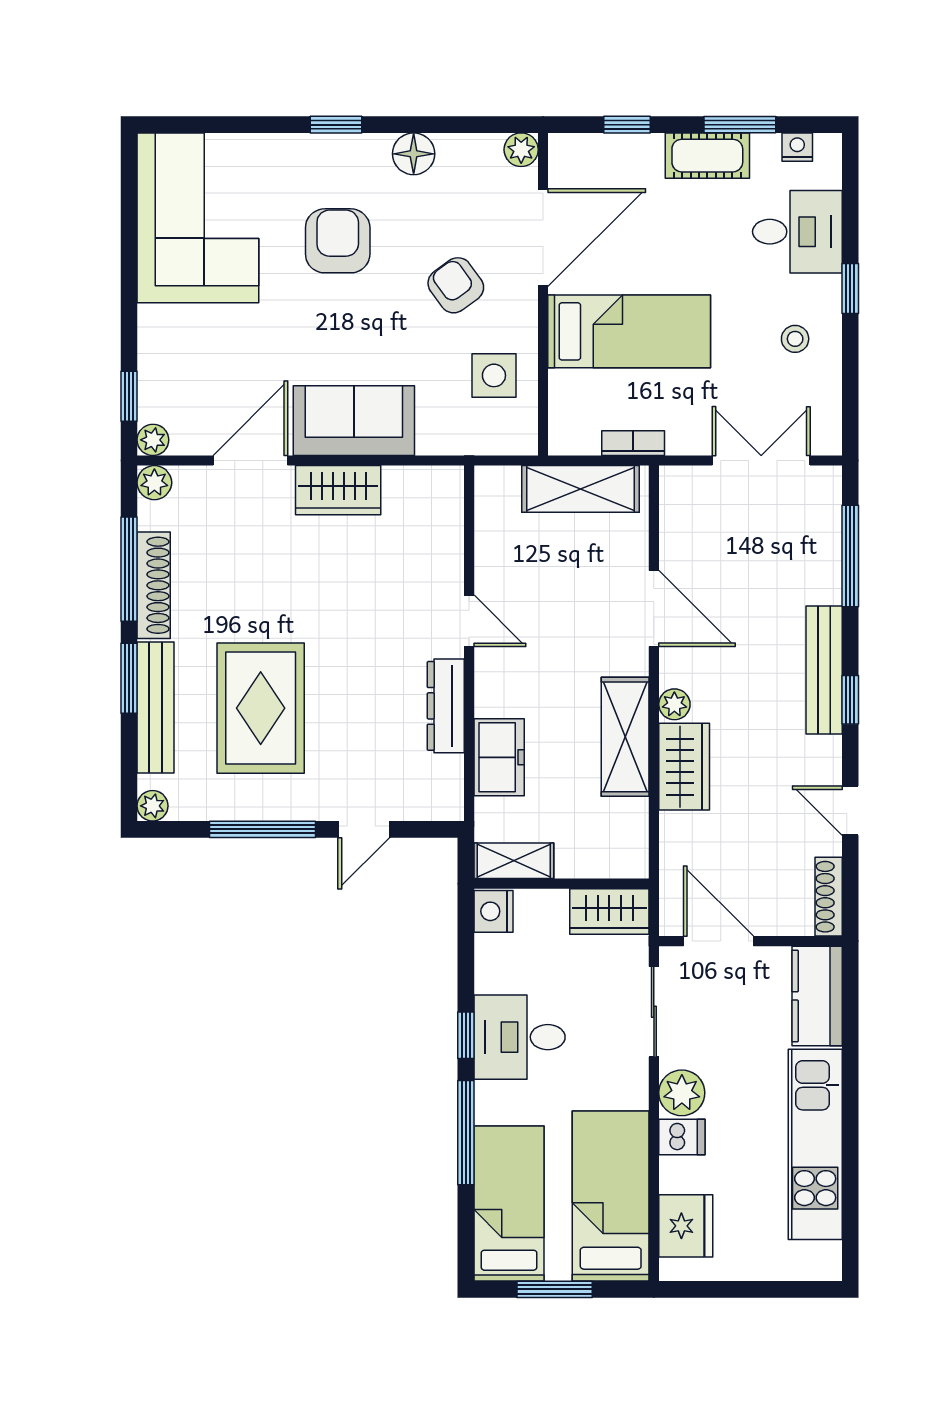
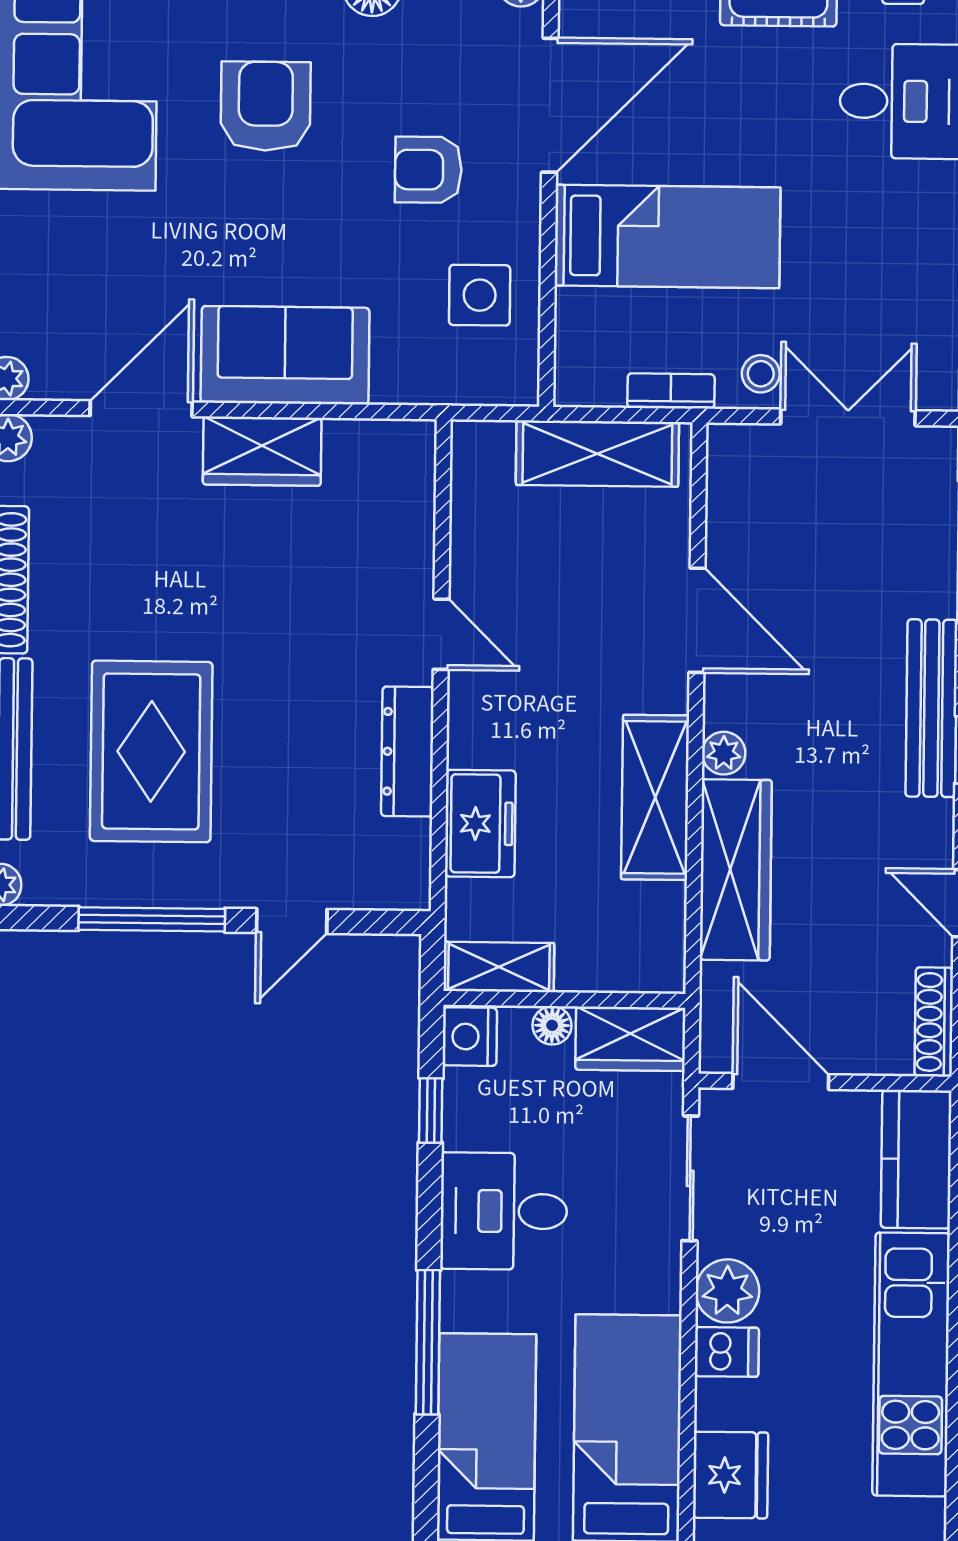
armchair: (456, 285) -> (428, 170), turned -54
stool: (795, 339) -> (761, 374), moved
wardrobe: (684, 767) -> (736, 870), width x1.50
floor lamp: (553, 902) -> (552, 1025), added
window: (466, 1035) -> (431, 1110), moved

